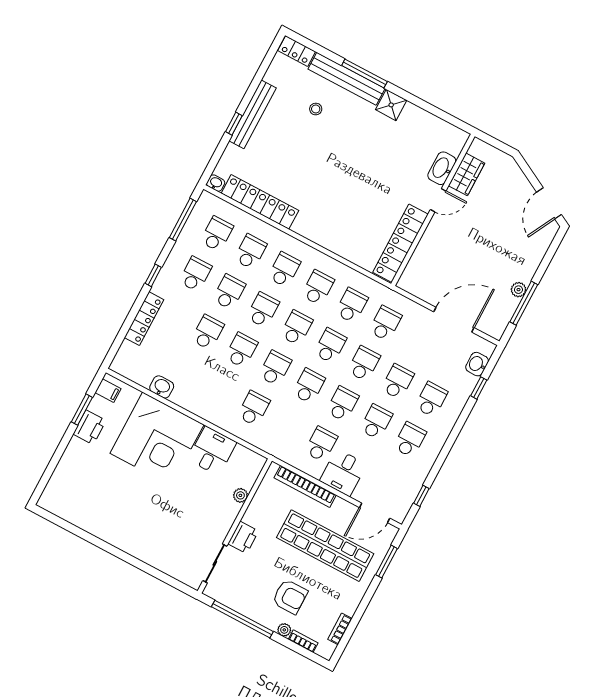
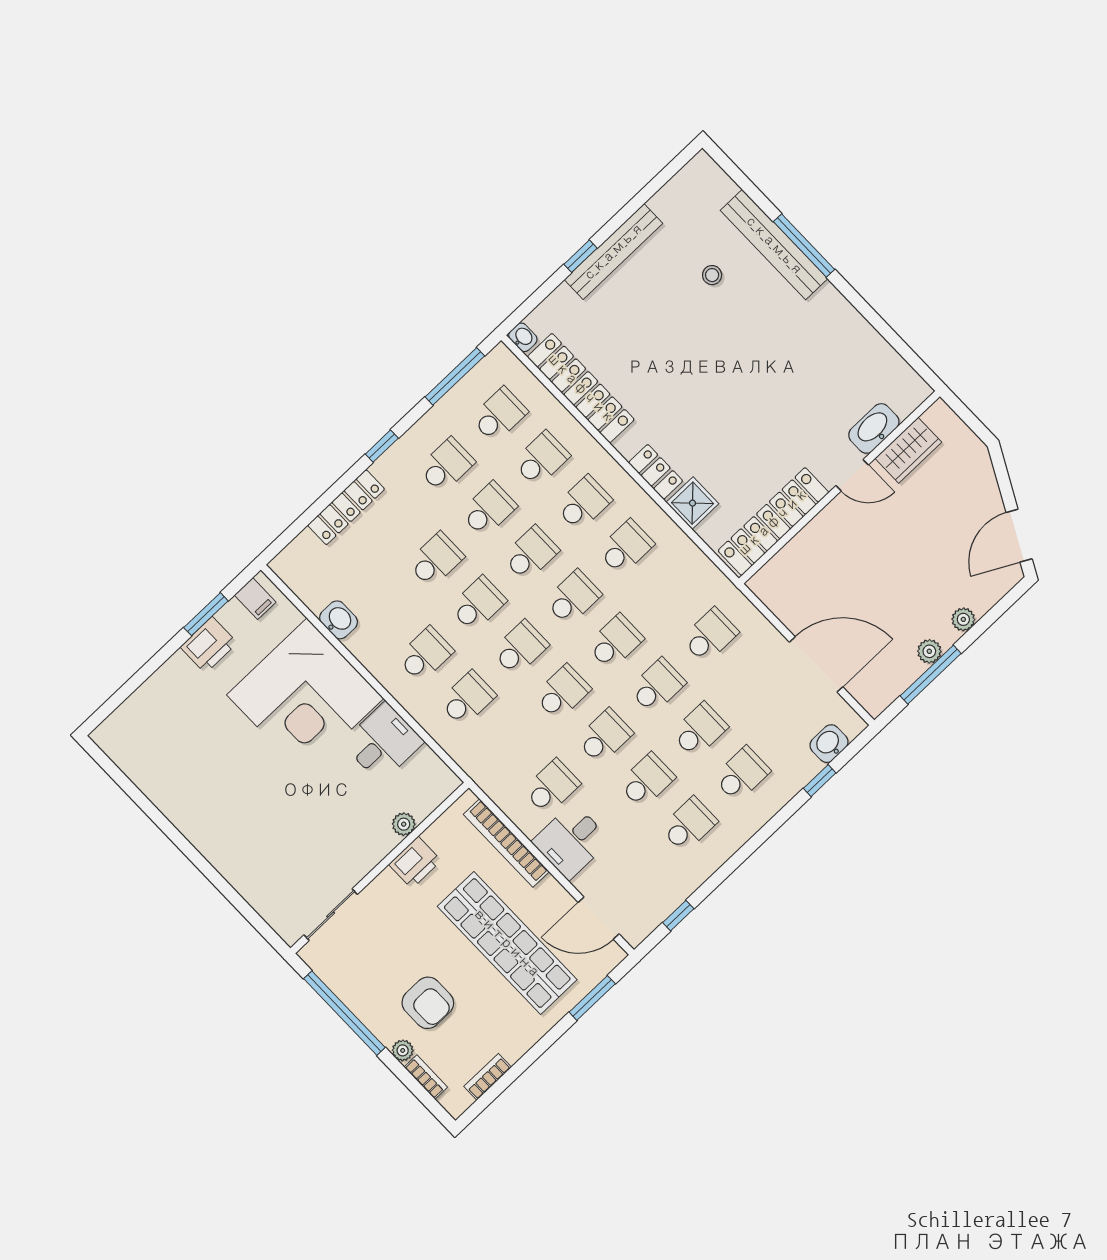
locker: (297, 51) -> (656, 472), moved, turned 180
shower: (391, 105) -> (692, 503), moved
plant: (532, 264) -> (963, 619), added
school desk: (352, 305) -> (425, 654), moved
printer: (243, 537) -> (415, 862), moved

